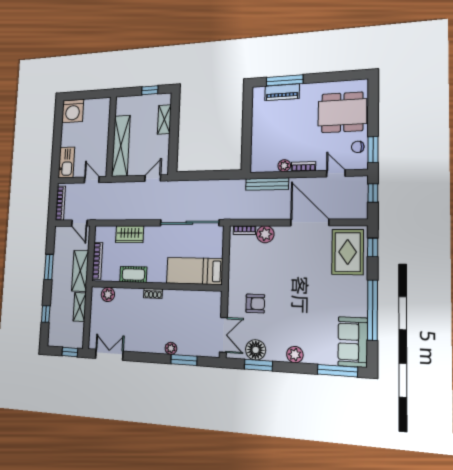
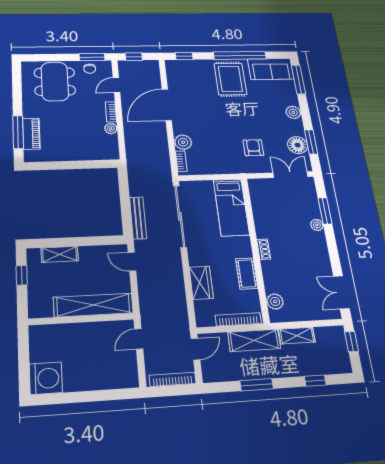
kitchen sink: (66, 162) -> (118, 378), removed
bench: (267, 184) -> (138, 218), moved
rug: (348, 252) -> (230, 79), moved, turned 90

